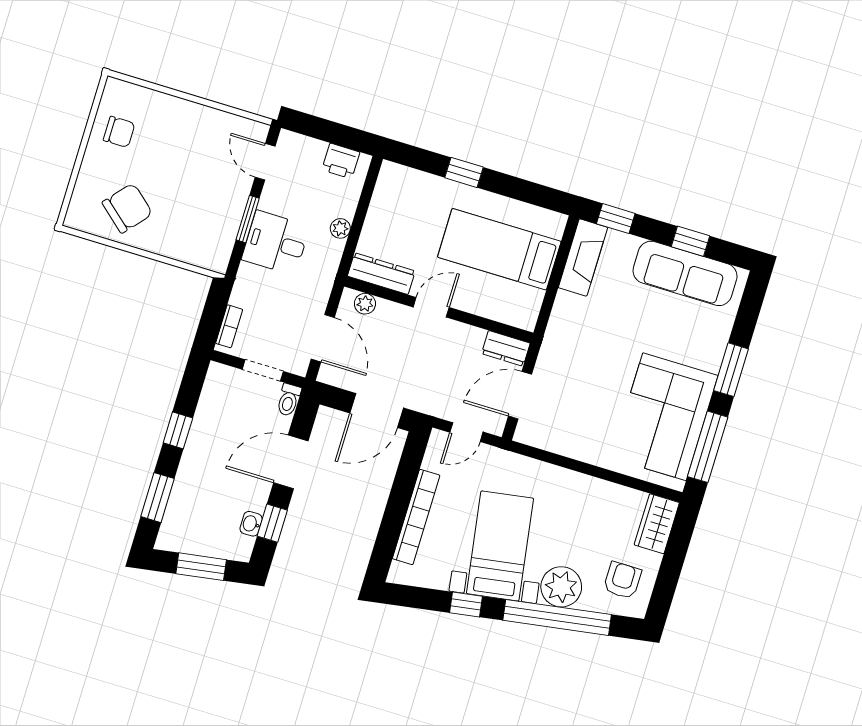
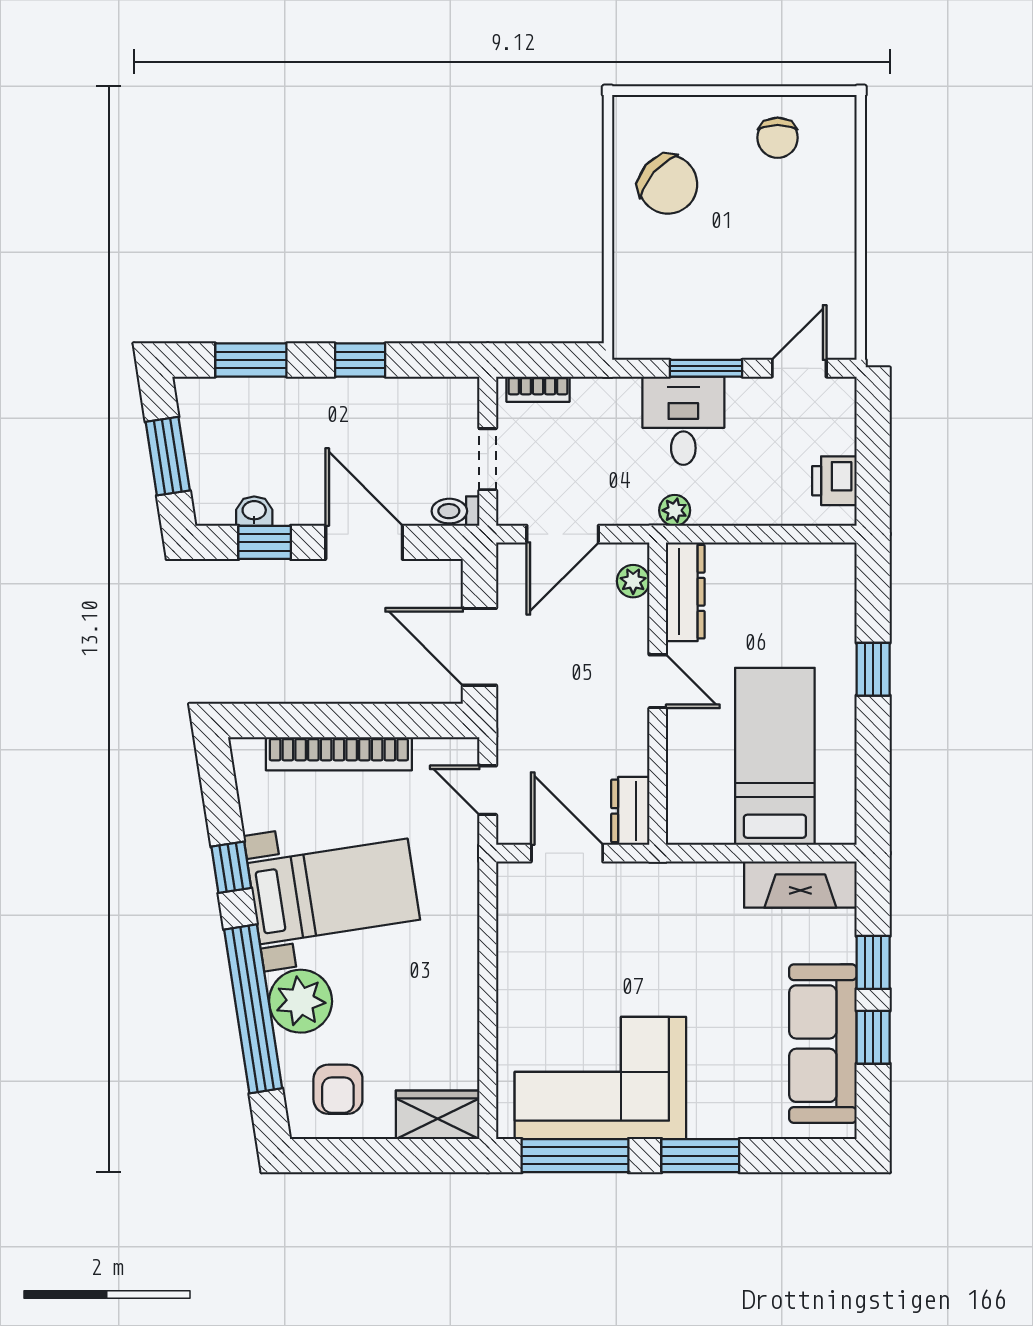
window: (616, 219) -> (873, 962), moved
plant: (340, 228) -> (675, 510), moved
armchair: (622, 580) -> (338, 1089), turned 90

